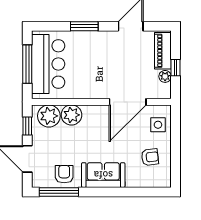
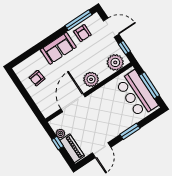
plant: (71, 115) -> (91, 79), moved
side table: (158, 125) -> (45, 101), removed

